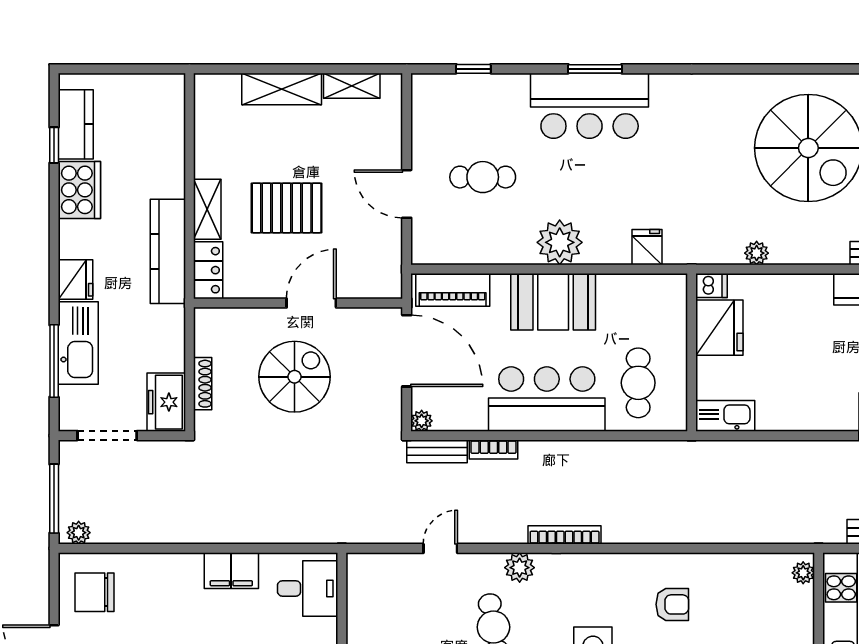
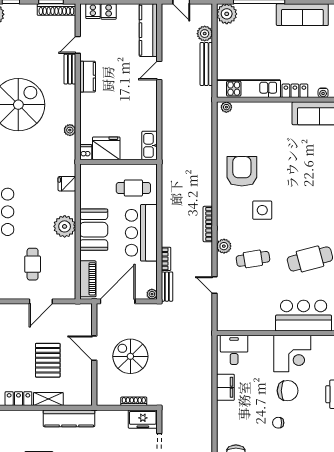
locker: (208, 270) -> (18, 399), moved
armchair: (672, 604) -> (242, 171), width x1.88, depth x1.88

